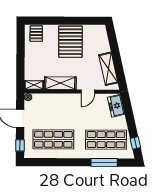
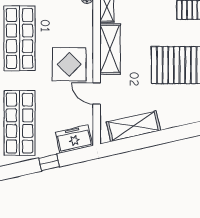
display table: (70, 109) -> (69, 64), added
window: (135, 143) -> (49, 162), moved

